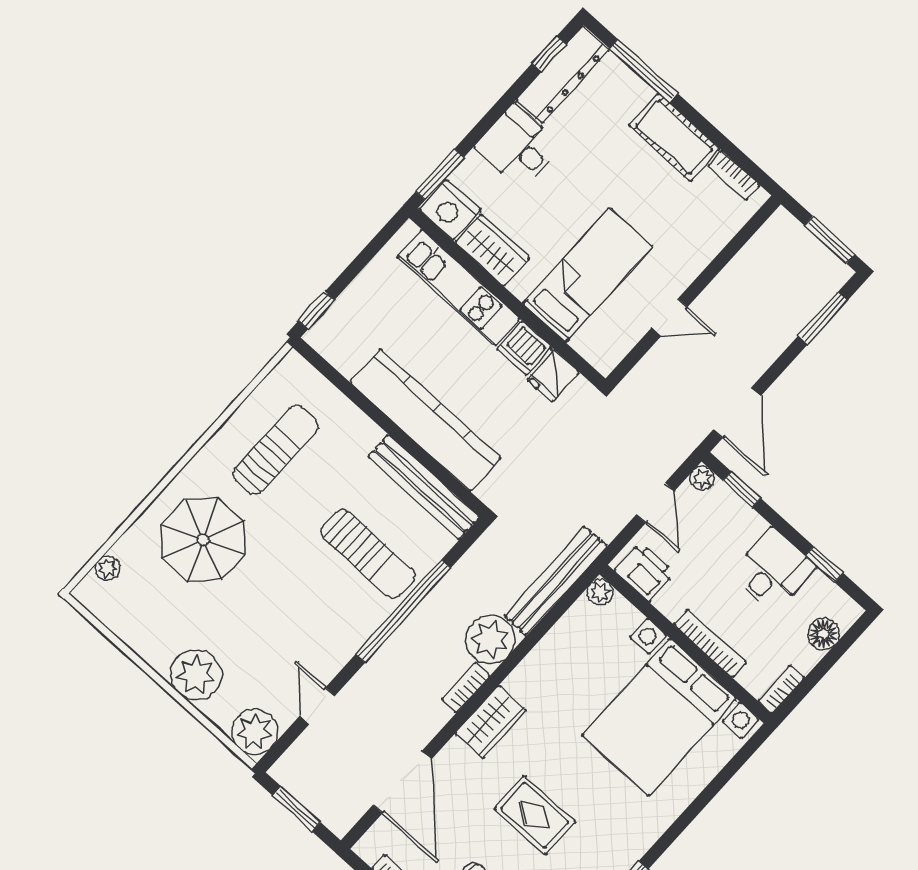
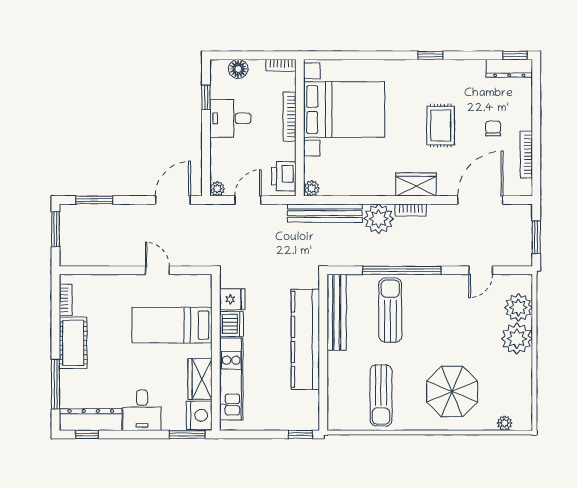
sun lounger: (275, 450) -> (381, 395), turned -90
window: (742, 489) -> (206, 166), removed
plant: (255, 732) -> (518, 308), moved

